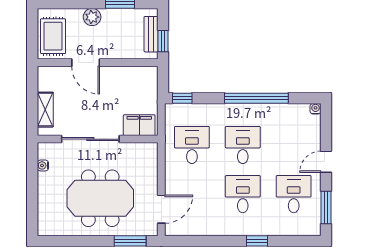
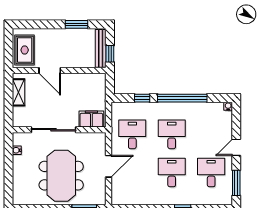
plant: (92, 17) -> (55, 35), removed
bench: (151, 34) -> (101, 48), width x1.36
window: (182, 98) -> (142, 98), moved
shelving: (45, 110) -> (19, 92), moved
meeting table: (100, 198) -> (61, 176), turned 90
door: (161, 209) -> (109, 166), moved

